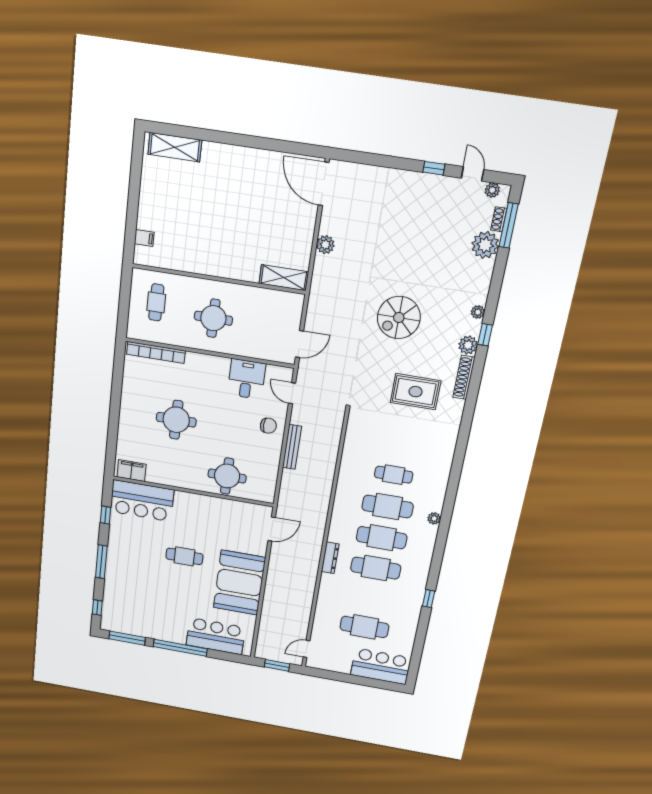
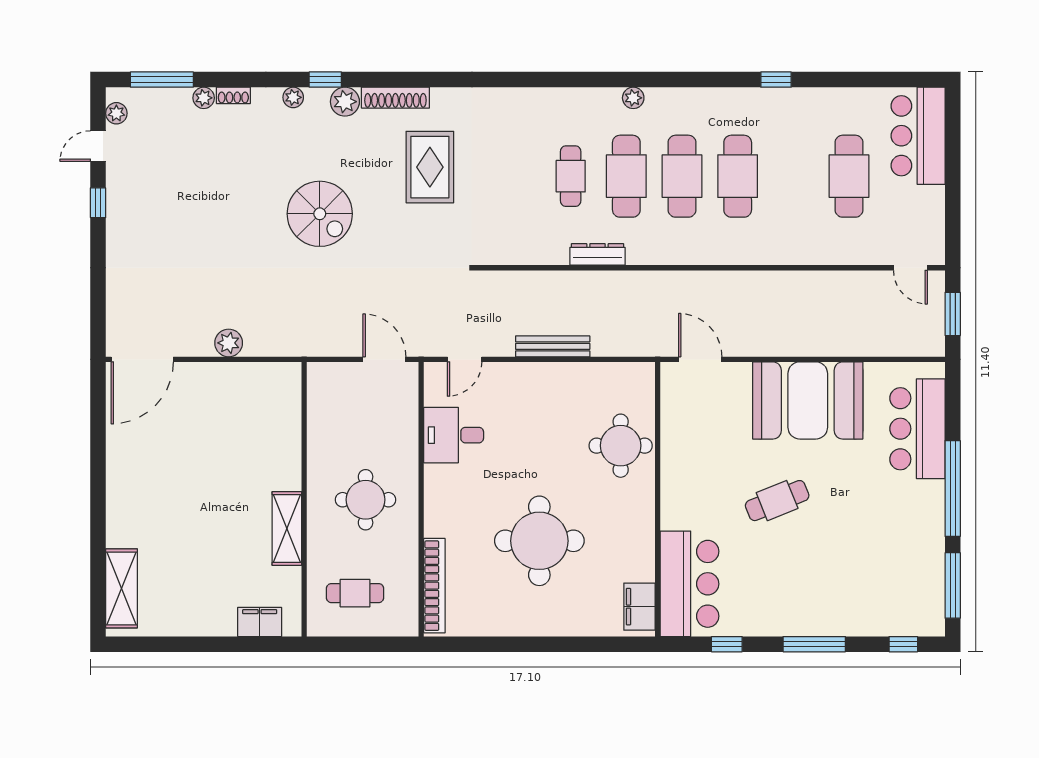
shoe rack: (499, 219) -> (233, 95), moved
filing cabinet: (144, 238) -> (260, 622), width x2.00
plant: (485, 245) -> (204, 98), width x0.53, depth x0.53
shelving: (284, 278) -> (287, 528), moved
round table: (176, 420) -> (539, 541), width x1.36, depth x1.36
chair: (268, 426) -> (524, 390), removed
cafe table: (184, 556) -> (777, 501), turned 68
dresser: (330, 558) -> (597, 254), moved

